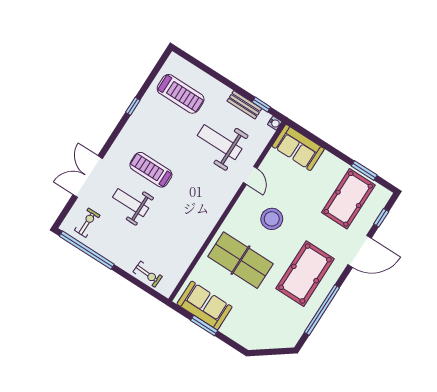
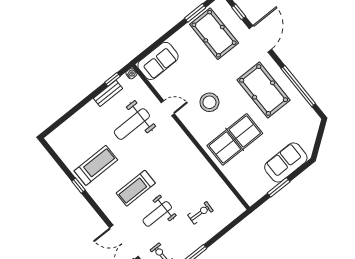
treadmill: (181, 94) -> (96, 165), moved
exercise bike: (148, 274) -> (200, 213), moved
sofa: (205, 305) -> (286, 162), moved

